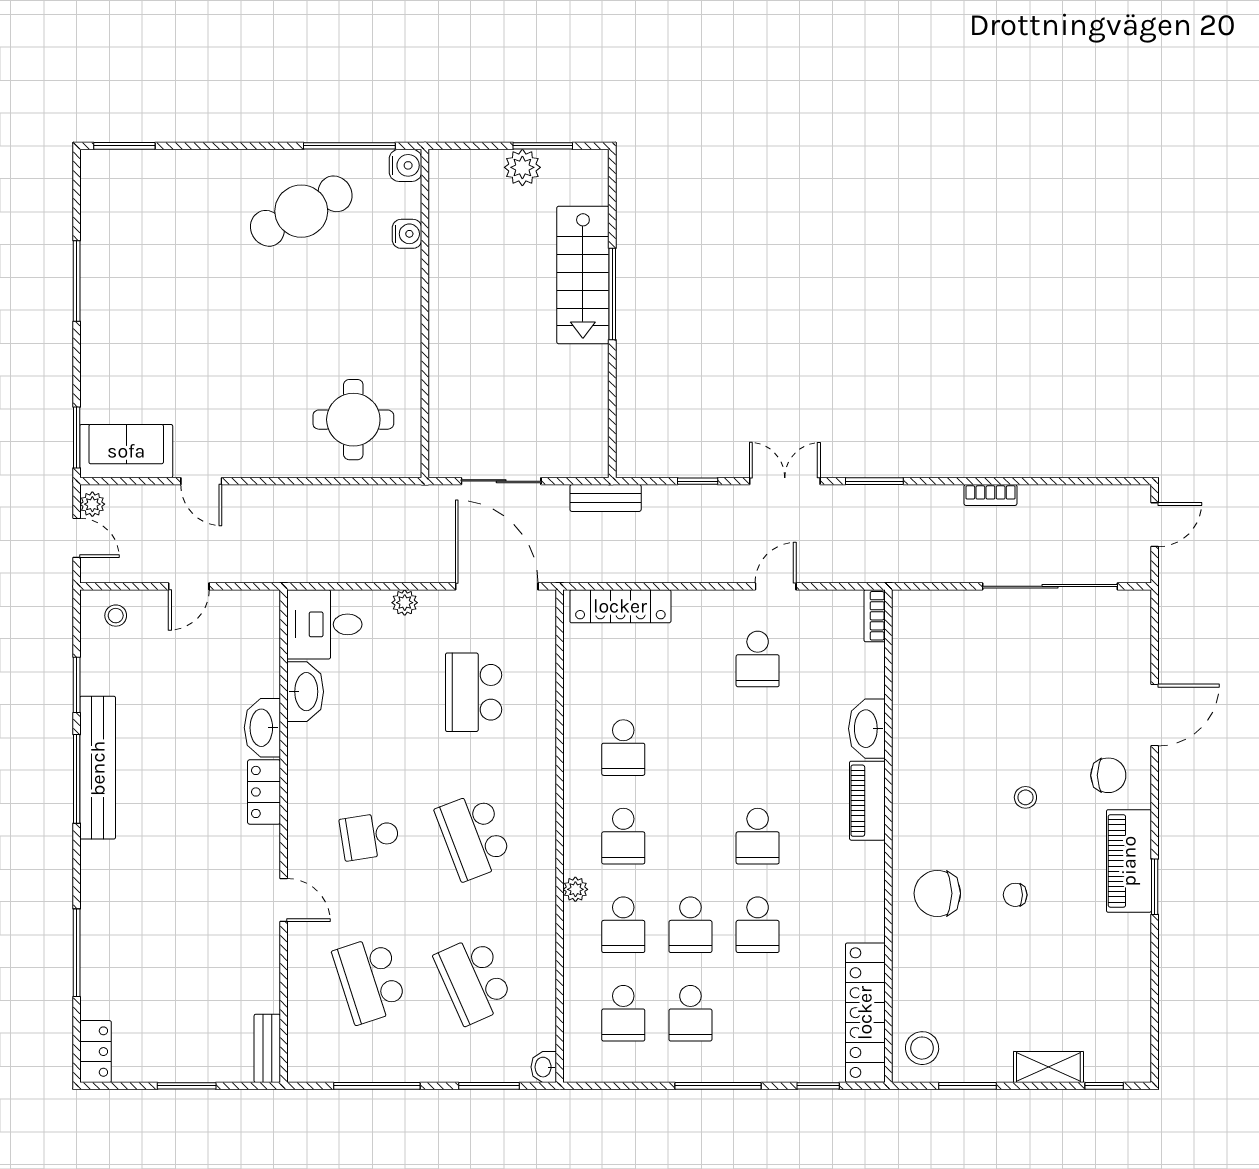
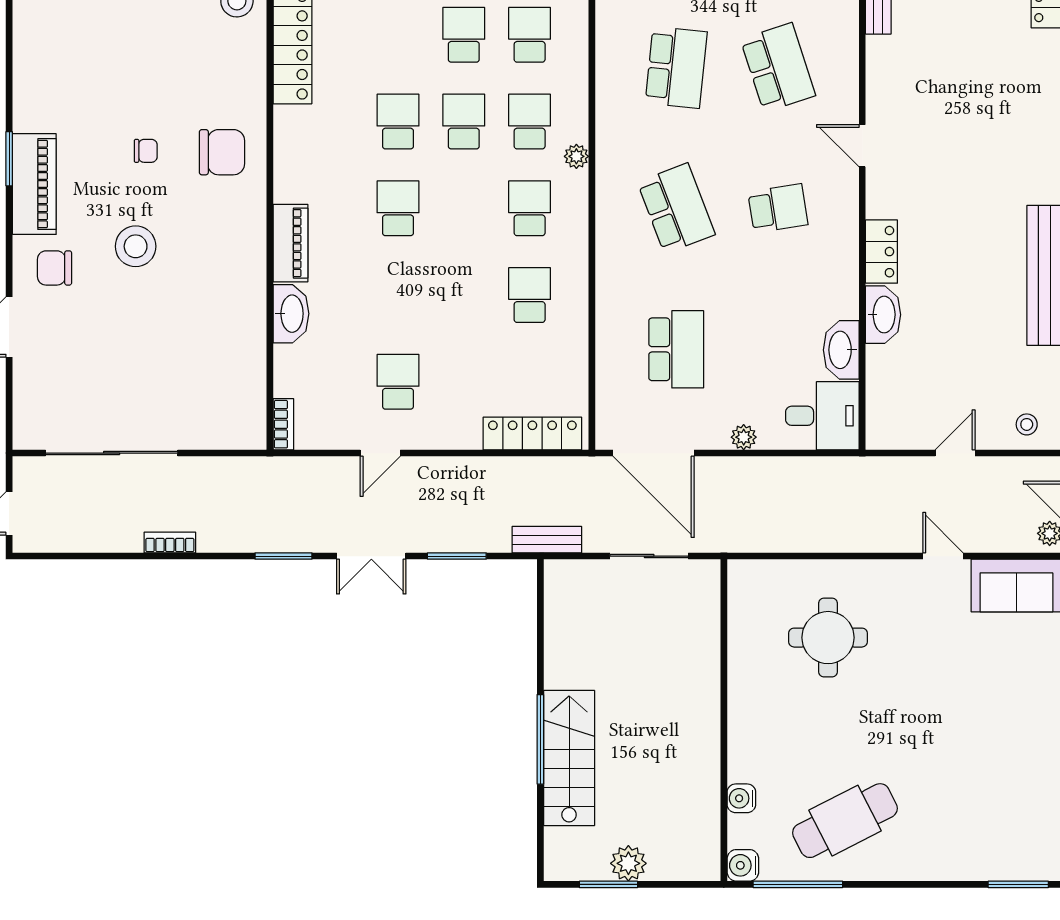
round table: (353, 420) -> (828, 638), moved
window: (698, 481) -> (457, 556), width x1.50
stool: (1025, 797) -> (136, 246), width x1.89, depth x1.89
school desk: (474, 980) -> (676, 67), turned 30

